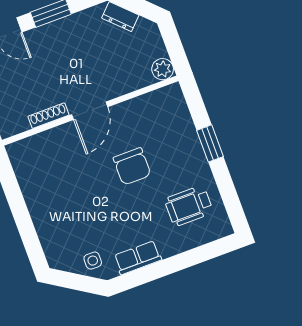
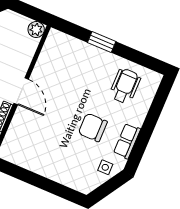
chair: (132, 166) -> (93, 127), moved, turned 180
wheelchair: (189, 206) -> (125, 86), turned 180

